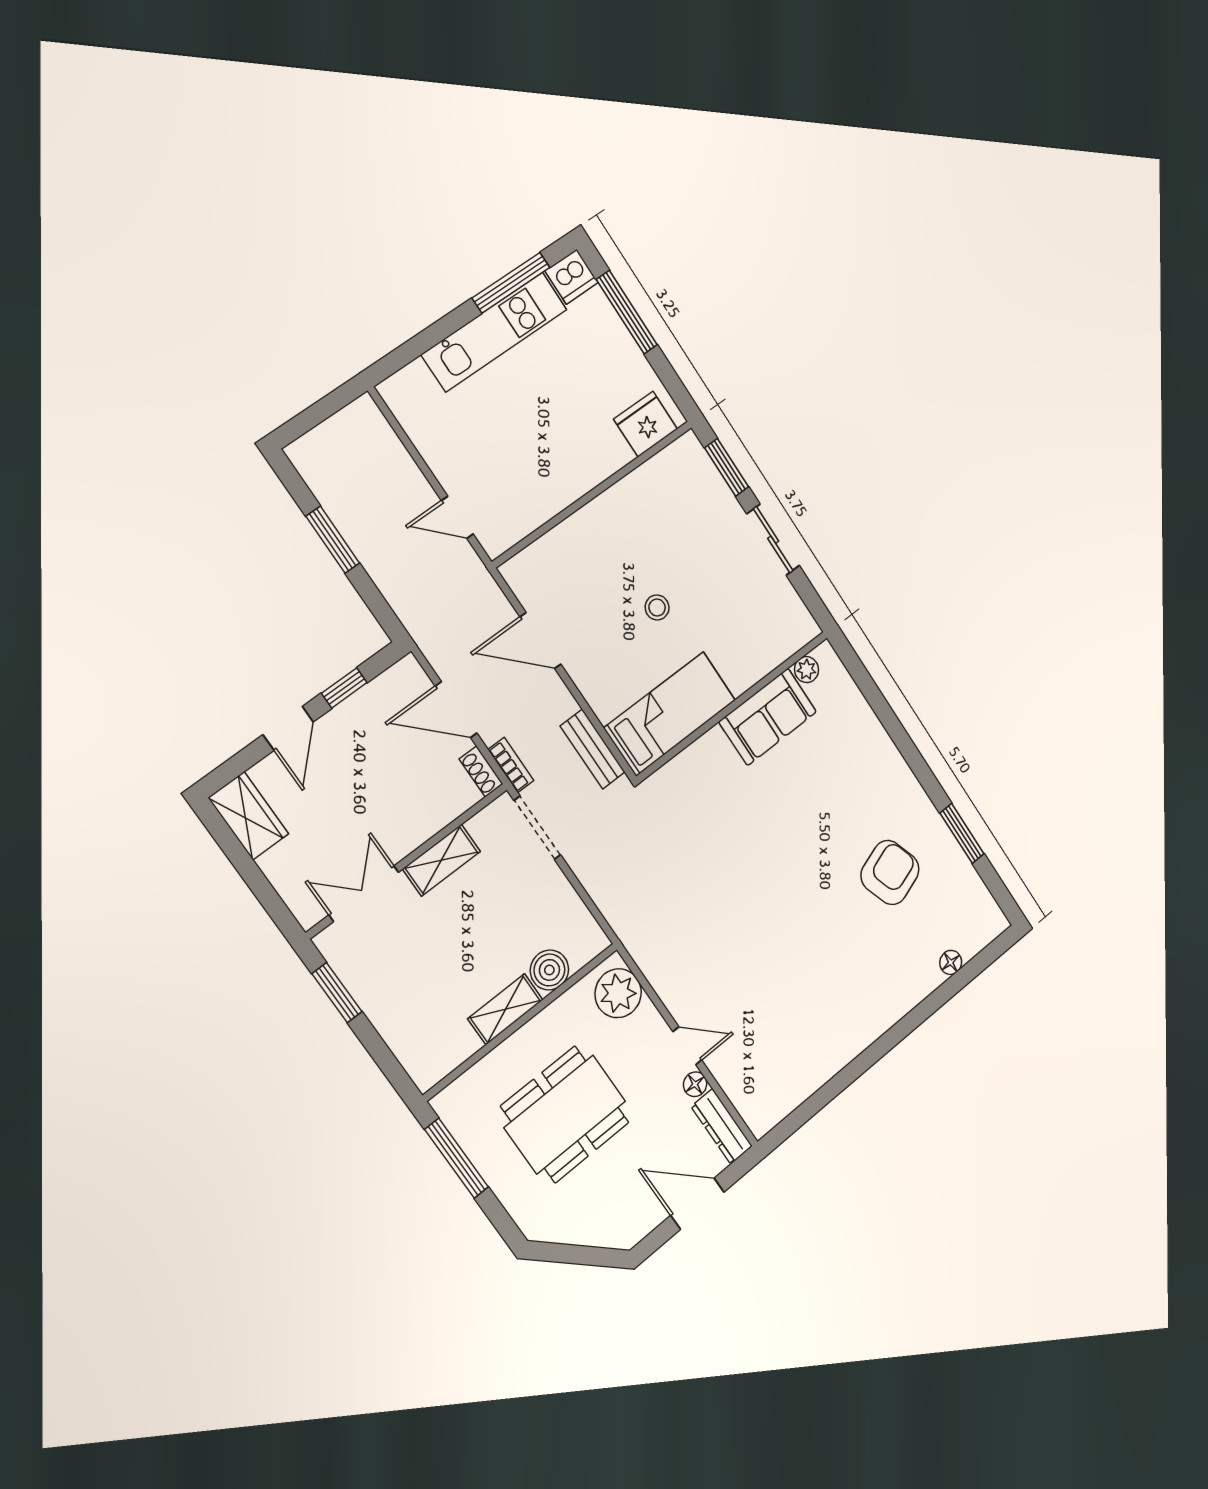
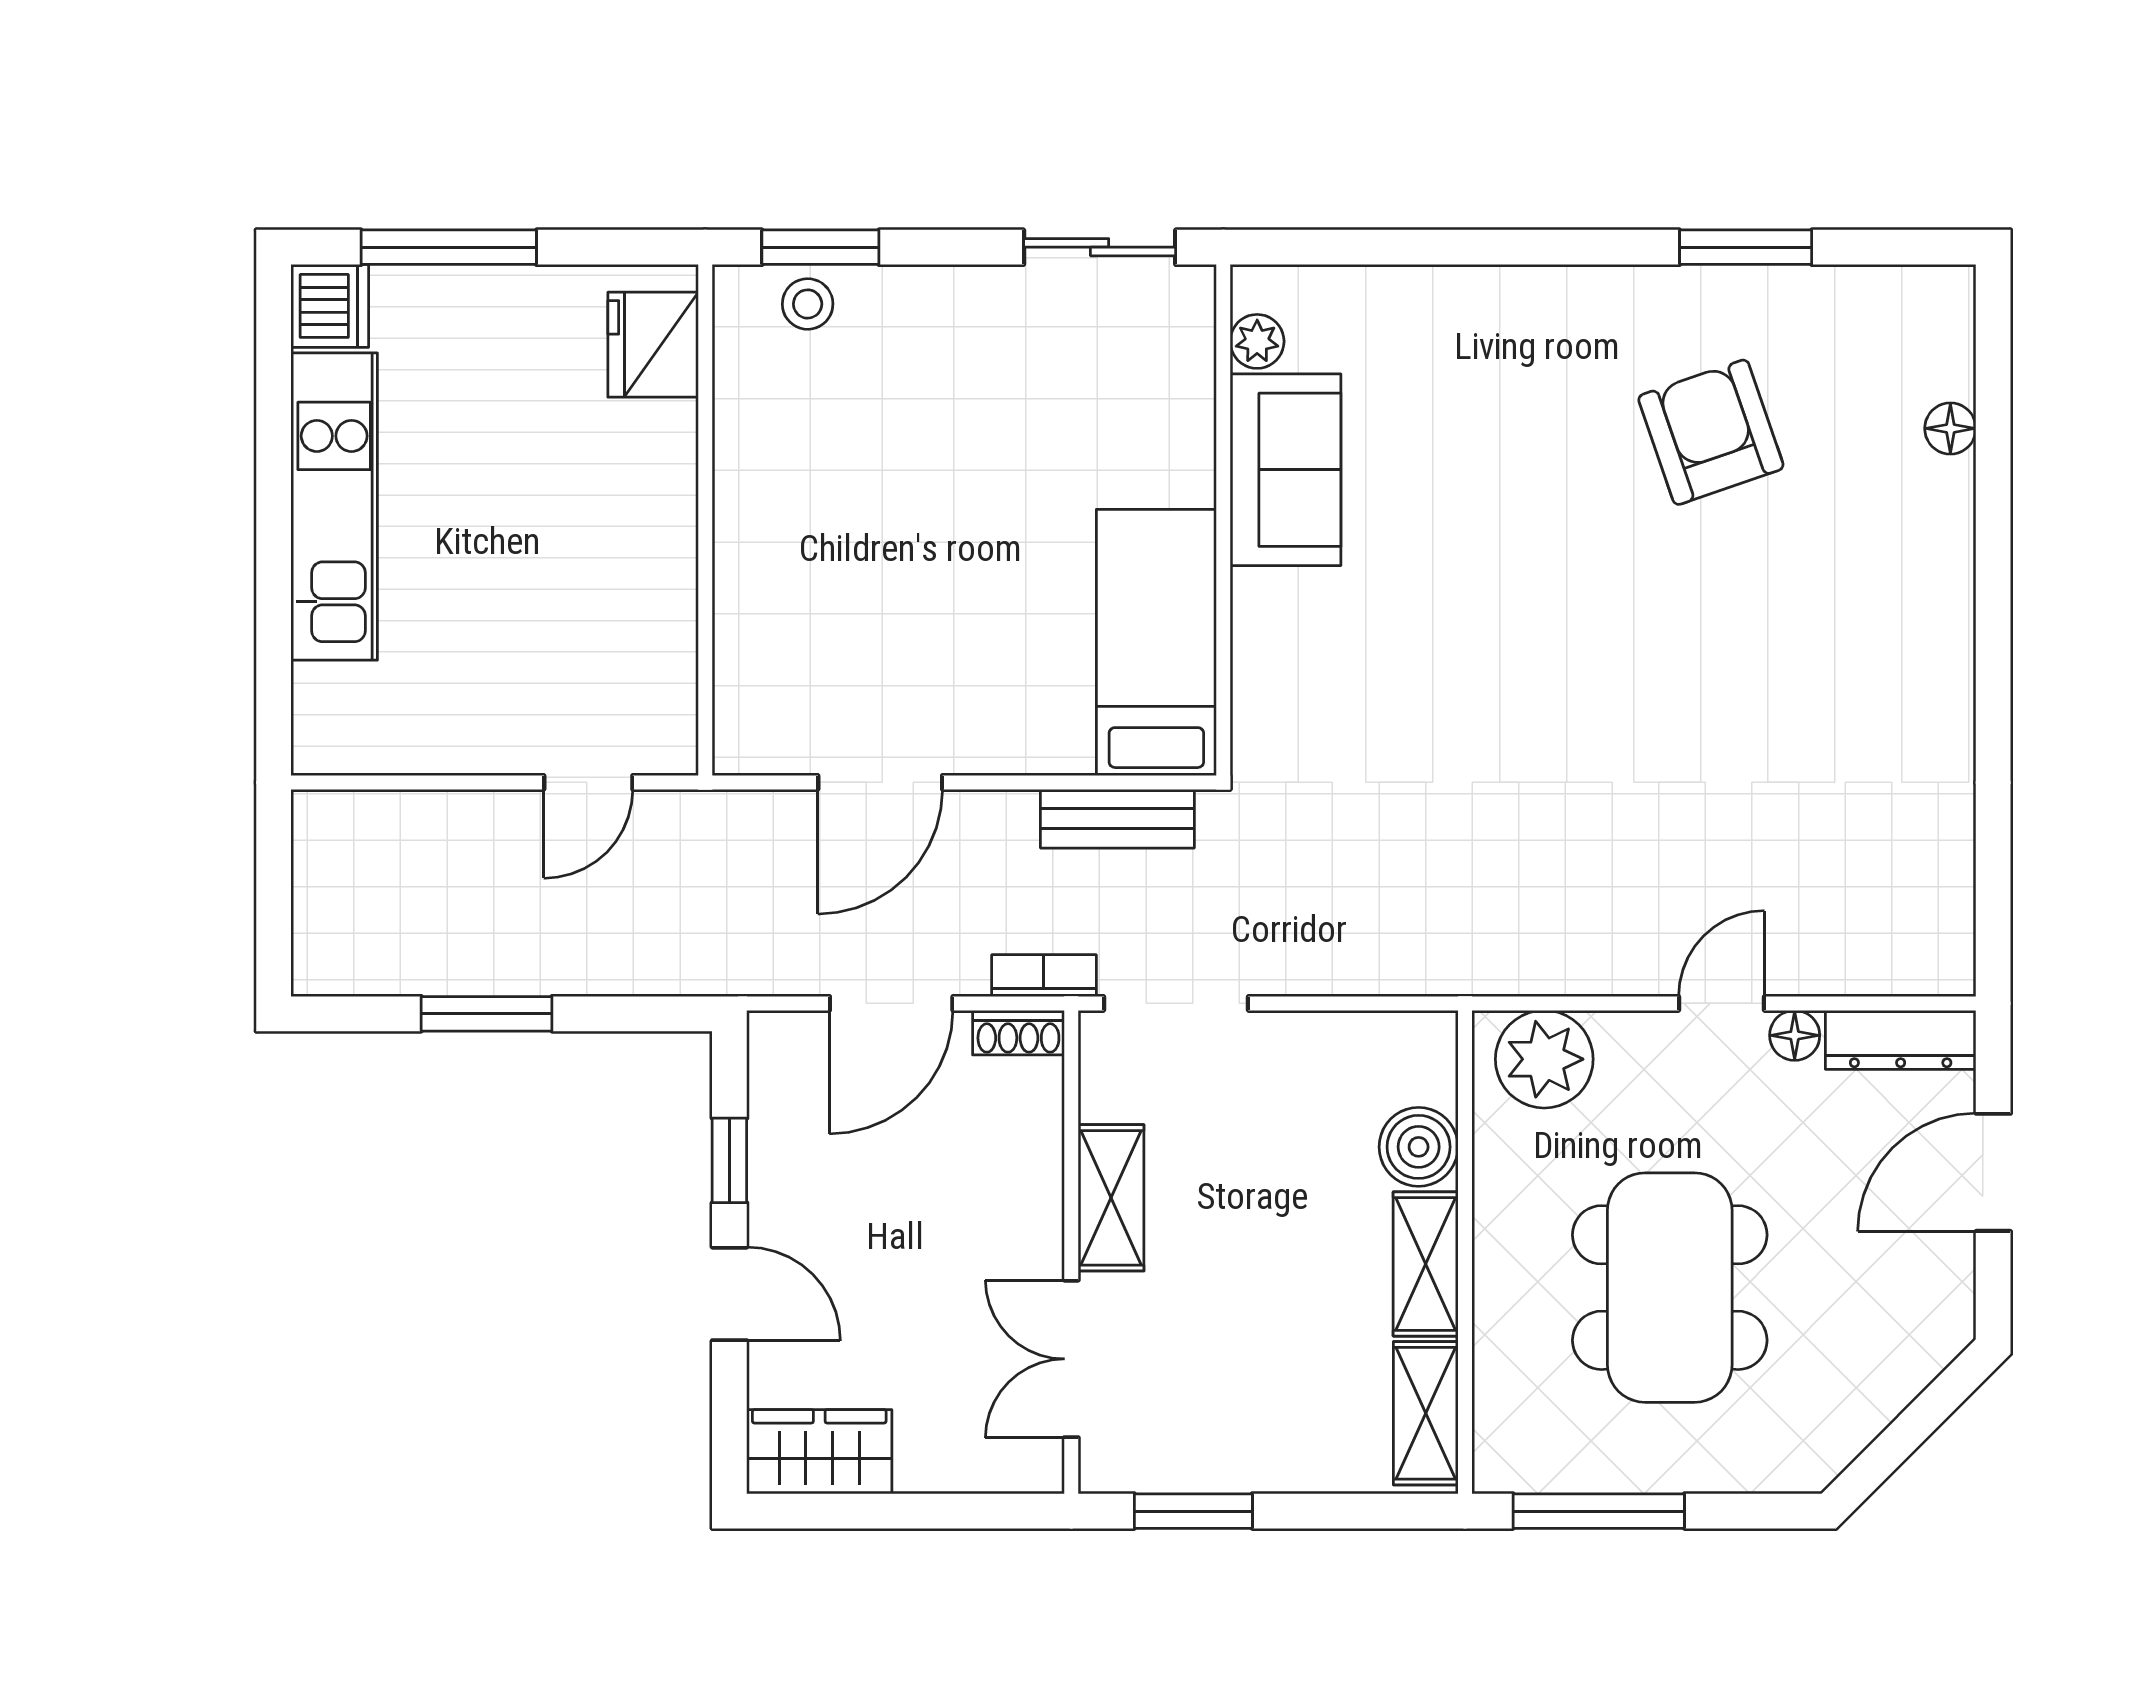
window: (511, 283) -> (274, 421), removed
sliding door: (773, 540) -> (1100, 247), moved
stool: (657, 607) -> (808, 304), moved
shelving: (446, 1057) -> (1426, 1413), added

